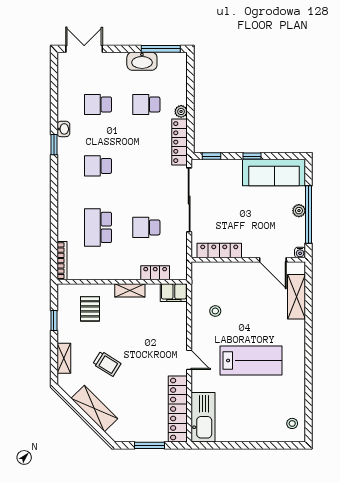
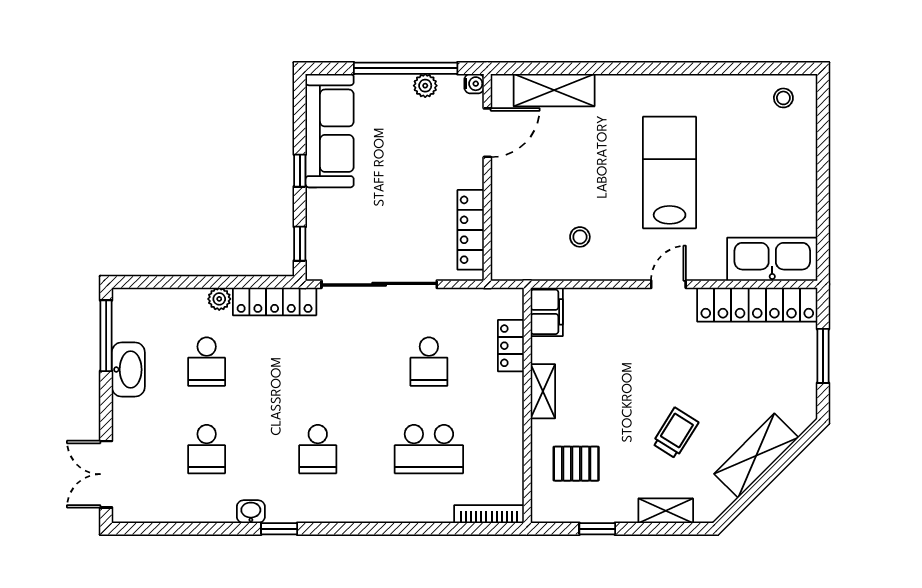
plant: (299, 211) -> (425, 86), moved

